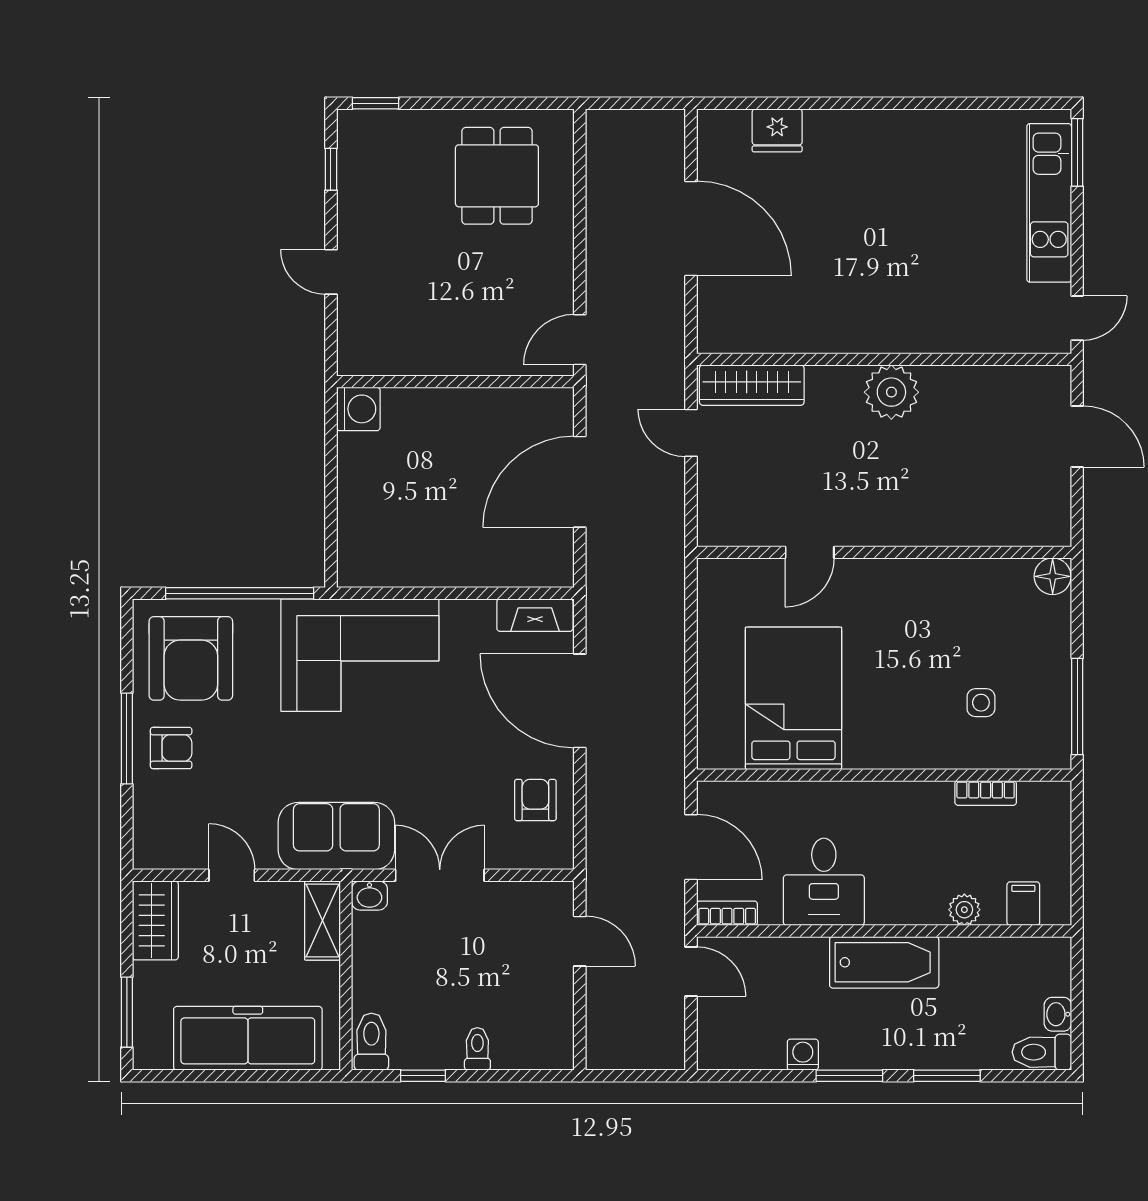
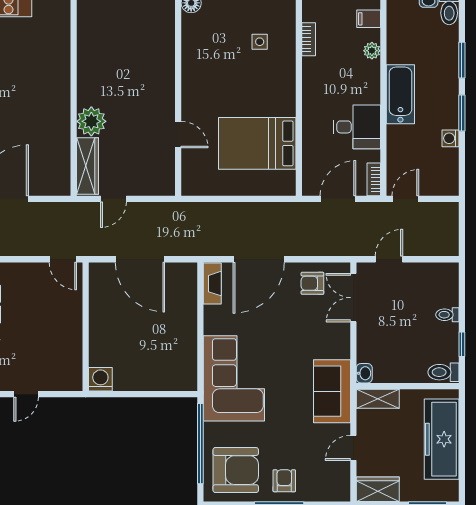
plant: (891, 392) -> (91, 121), moved
double door: (440, 875) -> (353, 298), moved

